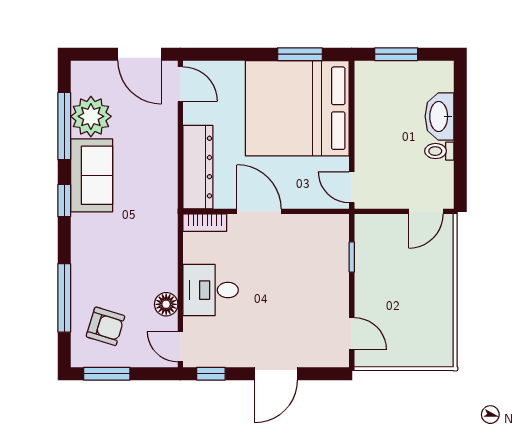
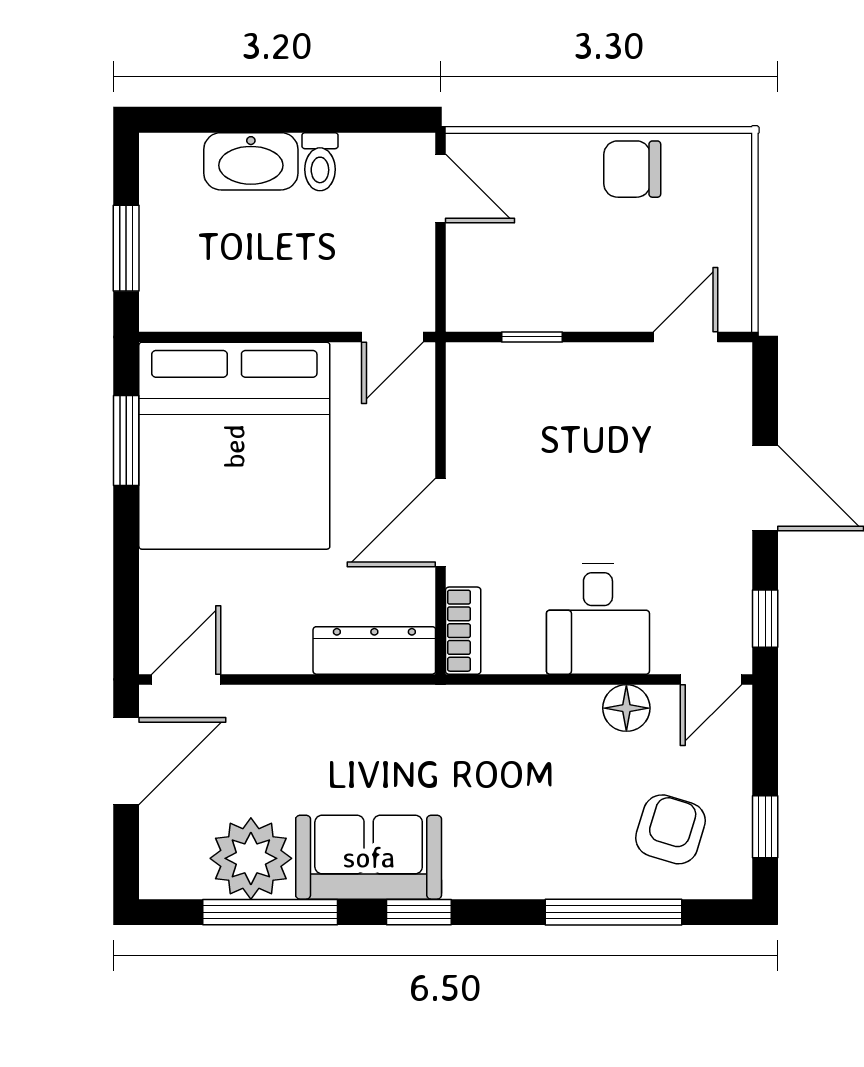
dresser: (198, 167) -> (374, 650), width x0.73, depth x0.80
chair: (436, 307) -> (632, 169), added
window: (107, 374) -> (765, 827), width x0.67

